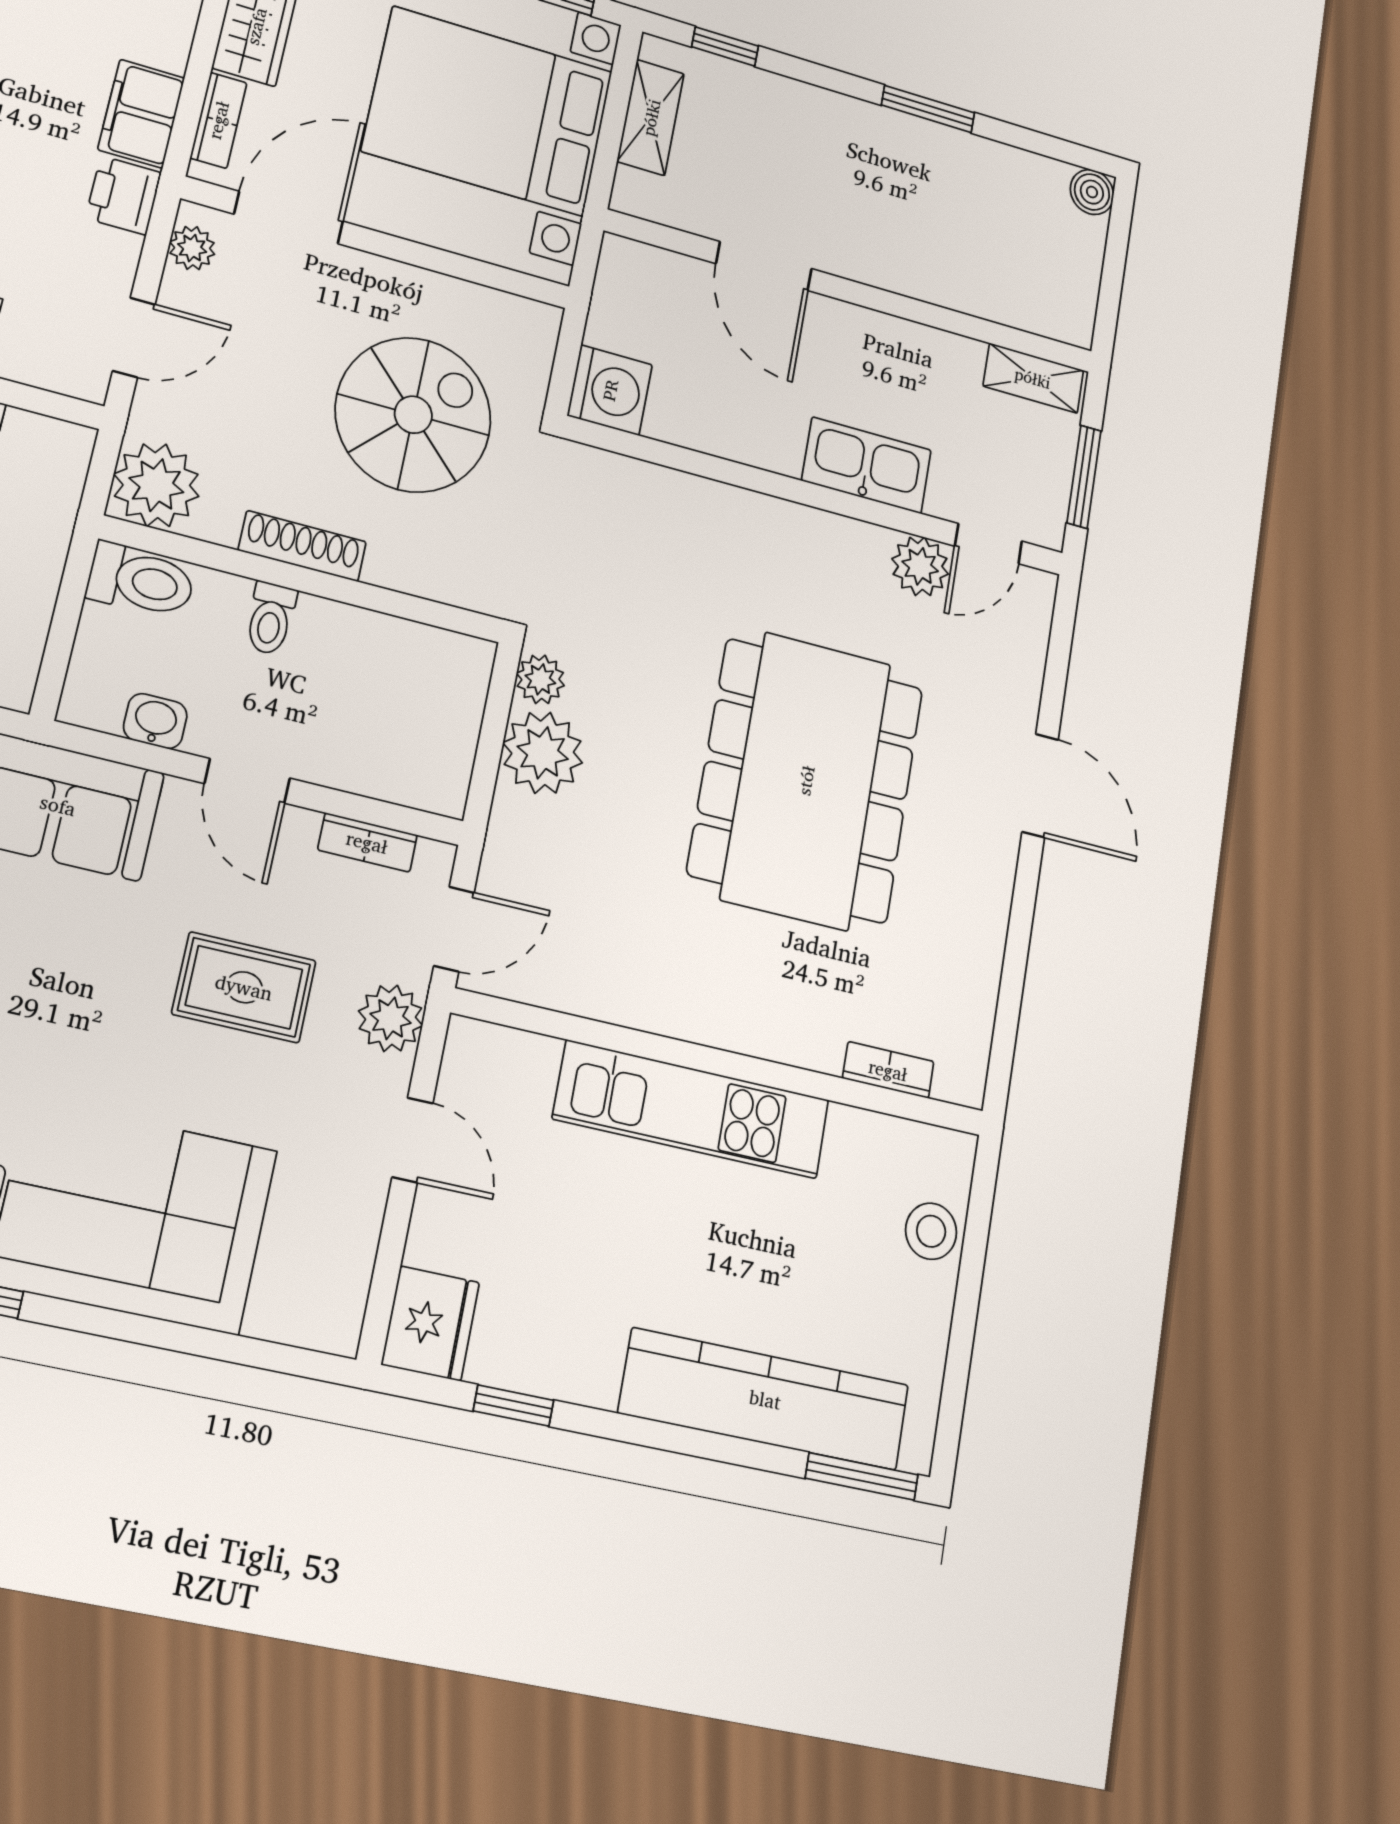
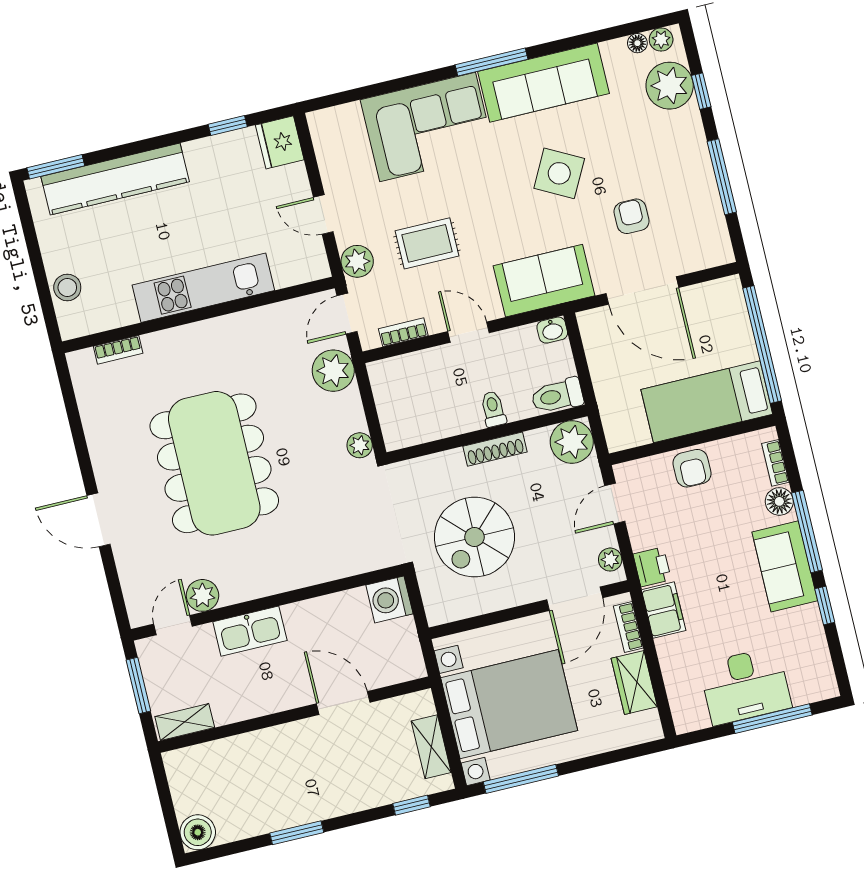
boiler: (1092, 192) -> (198, 832), width x1.36, depth x1.36
washbasin: (155, 721) -> (552, 330), moved
plant: (543, 753) -> (333, 371), moved

